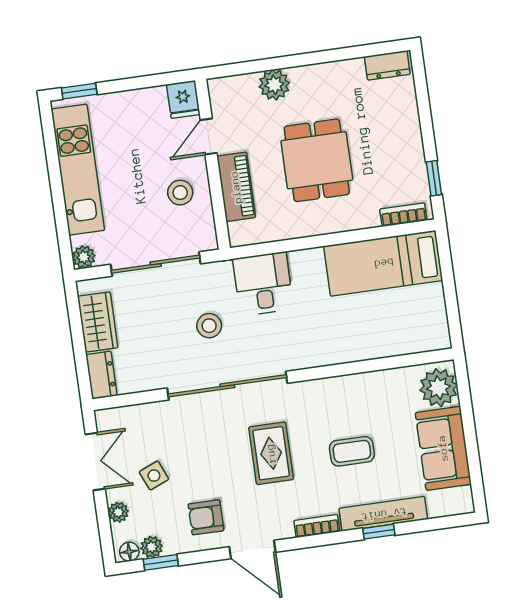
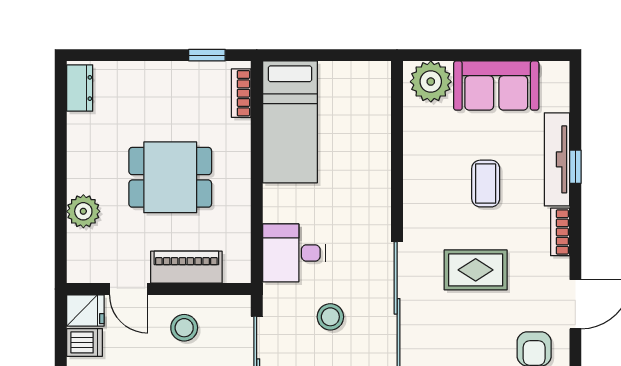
dishwasher: (154, 103) -> (85, 342), added

